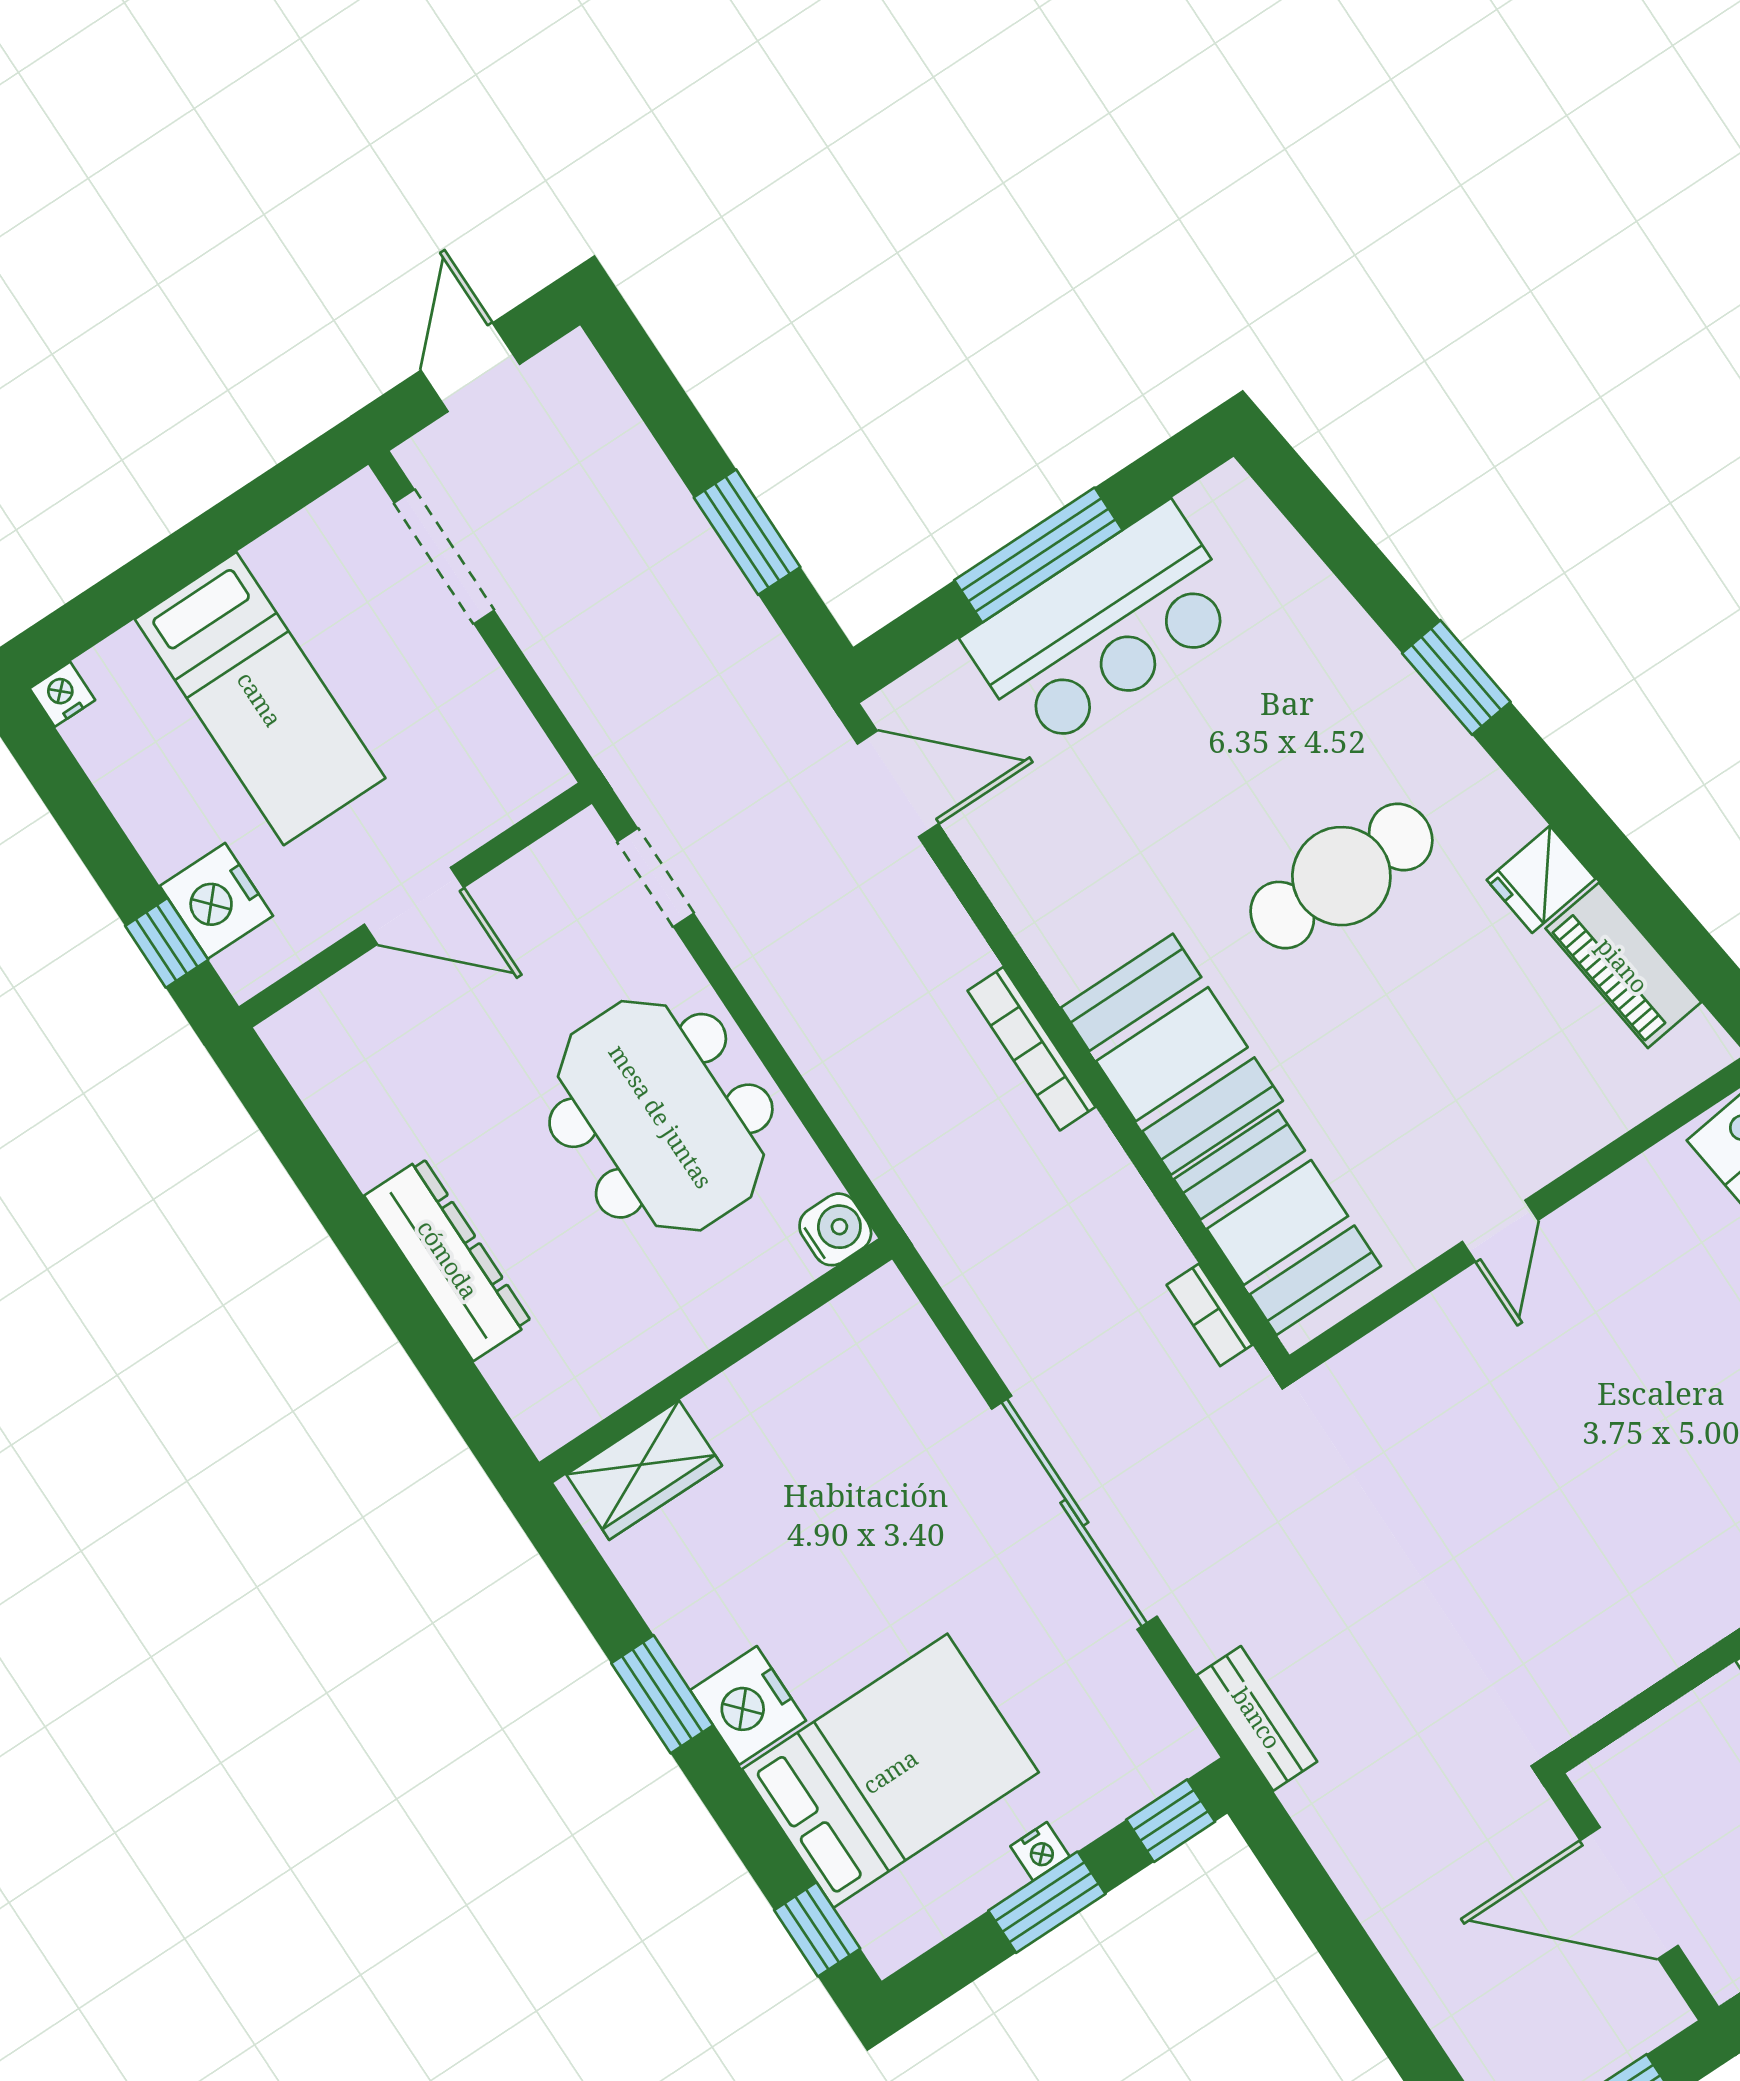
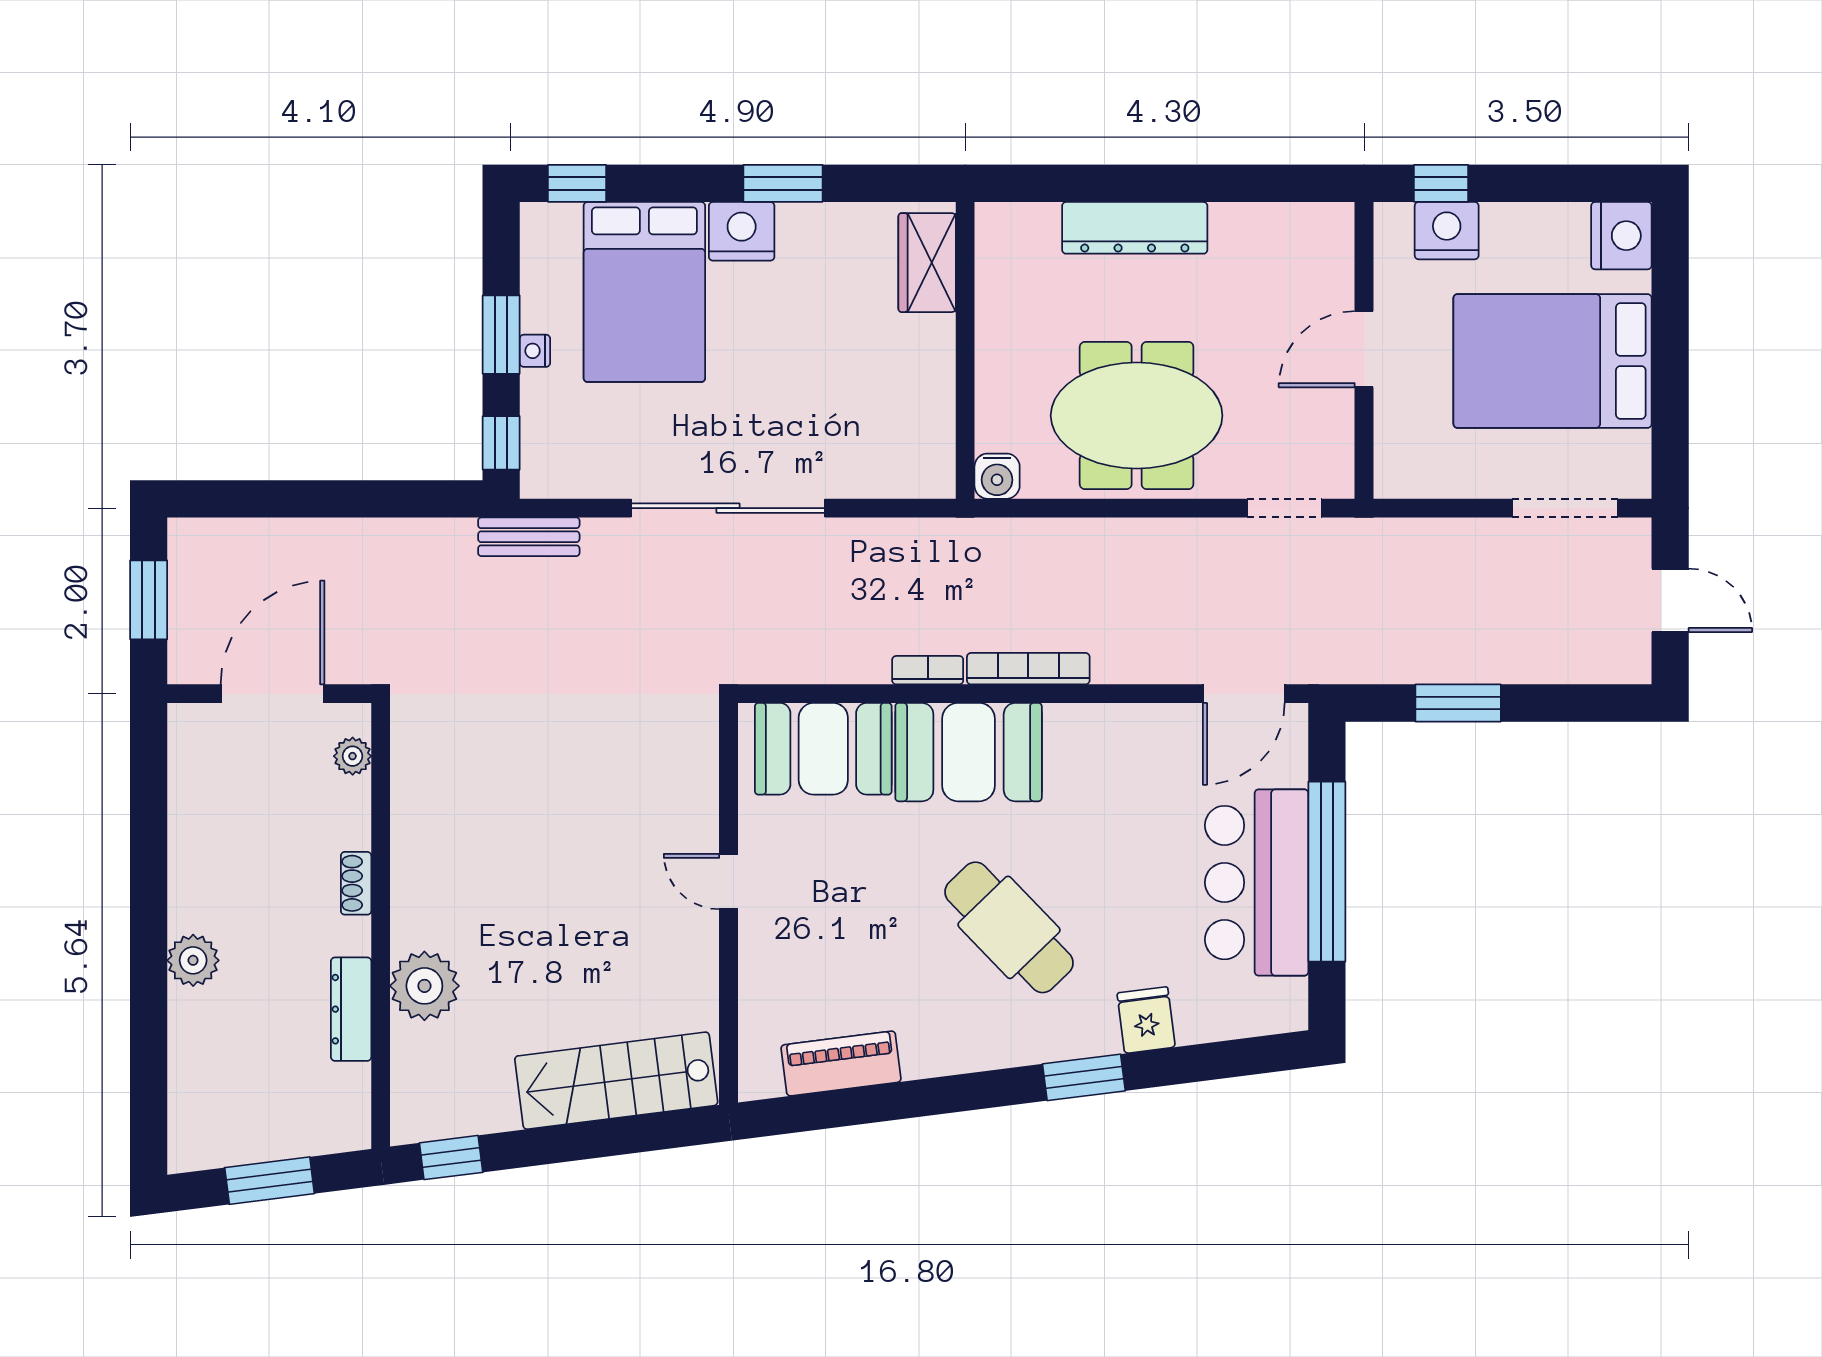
window: (1038, 555) -> (1327, 872), width x1.46
nightstand: (62, 694) -> (1621, 236), width x1.89, depth x1.79
bed: (260, 699) -> (1553, 361), width x1.50
cafe table: (1341, 876) -> (1009, 927), turned -44
fridge: (1541, 879) -> (1146, 1020), moved
bookcase: (1209, 1315) -> (928, 670), moved
plant: (1640, 1755) -> (353, 756), added

